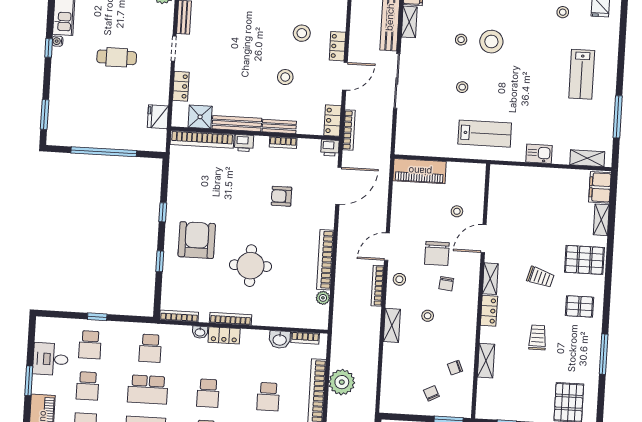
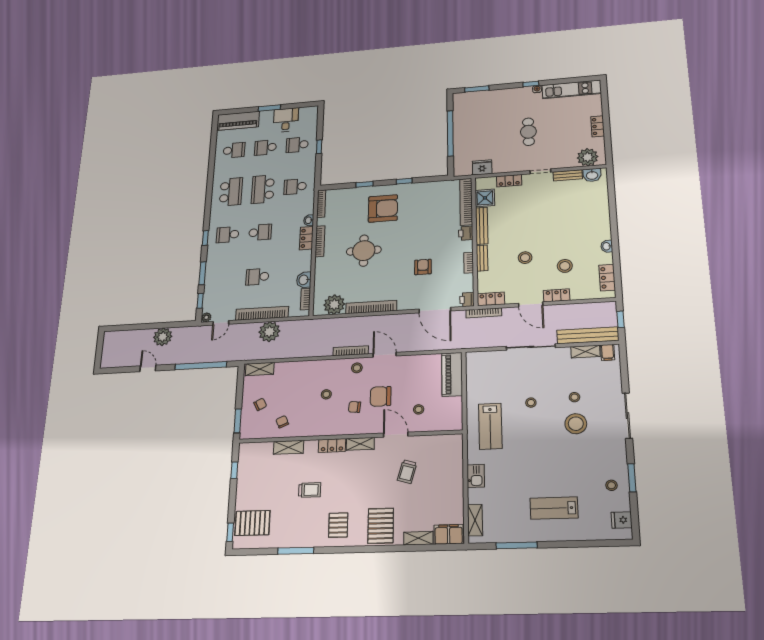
trolley: (540, 277) -> (407, 472), moved
plant: (323, 298) -> (334, 305), width x1.88, depth x1.88
shelving: (392, 325) -> (260, 369), moved
school desk: (208, 393) -> (260, 232), turned 180

